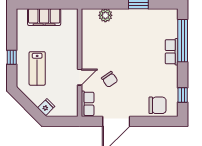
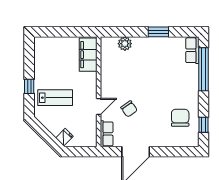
filing cabinet: (44, 17) -> (88, 55), moved, turned 90
row of seats: (172, 52) -> (192, 50), moved
lab bench: (37, 68) -> (55, 98), turned -90
chair: (158, 105) -> (180, 118), moved, turned -90

